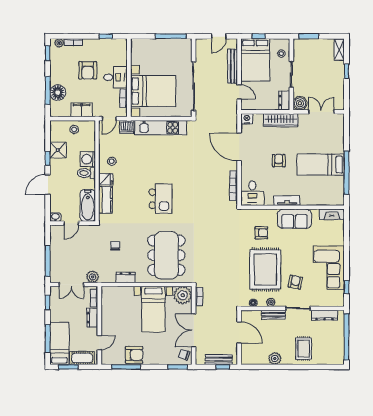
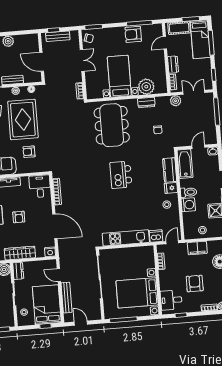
door: (219, 36) -> (81, 323), hinge flipped
desk: (115, 77) -> (171, 300), moved
bed with nightstands: (153, 91) -> (137, 293), moved
plant: (183, 295) -> (146, 87), moved
double door: (194, 330) -> (82, 60), width x0.73

